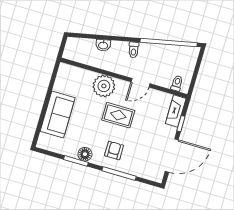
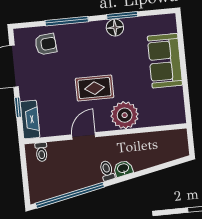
washbasin: (103, 45) -> (123, 169), moved
armchair: (114, 150) -> (46, 44), moved, turned -95

